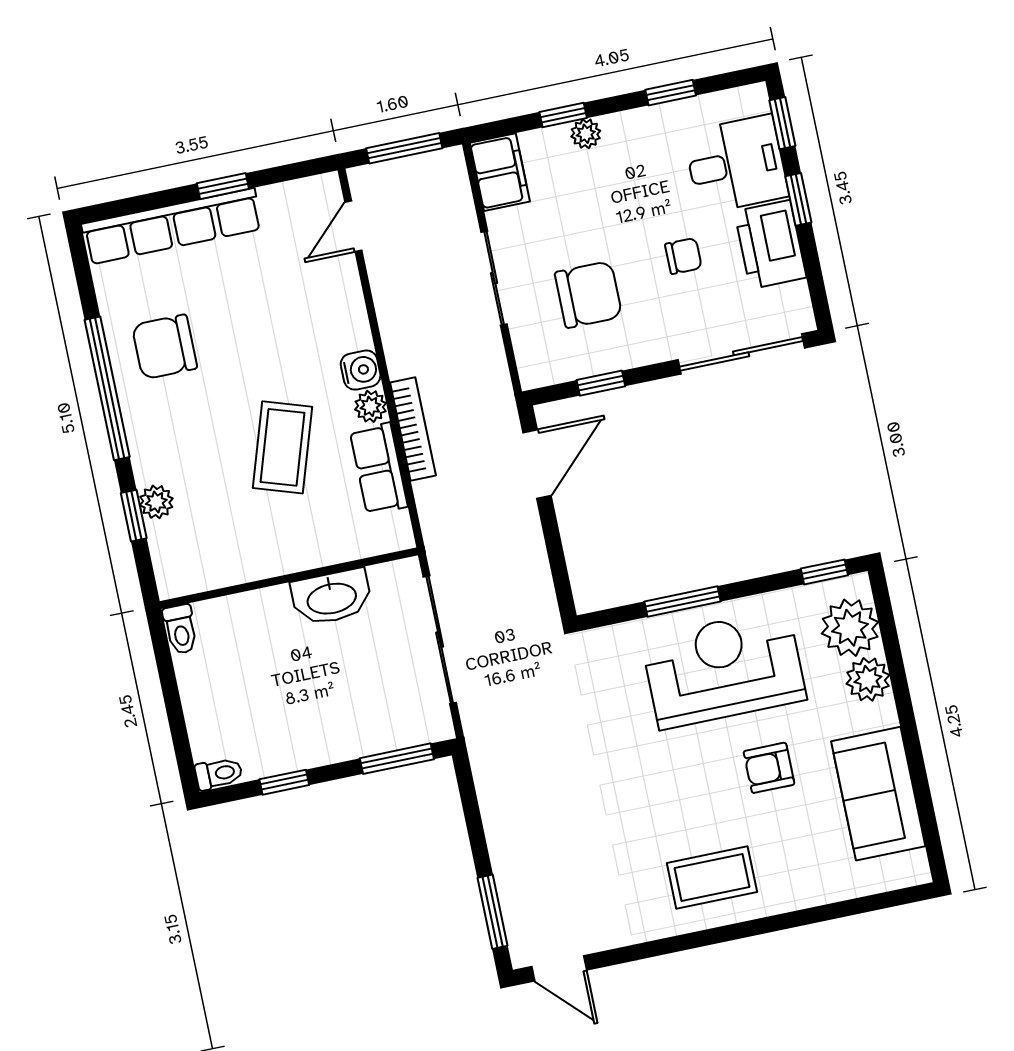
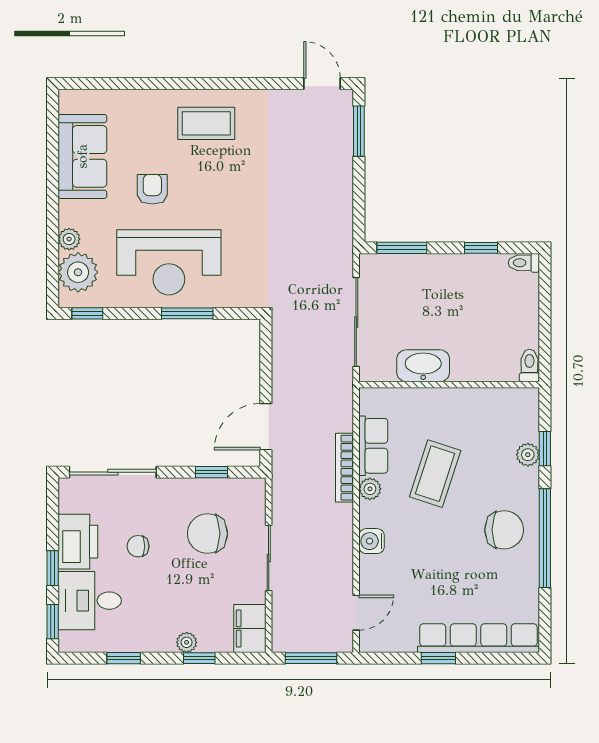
chair: (165, 347) -> (504, 530), moved
water cooler: (361, 370) -> (372, 541), moved
plant: (868, 679) -> (69, 239), width x0.73, depth x0.73
armchair: (769, 768) -> (152, 189), turned -90

